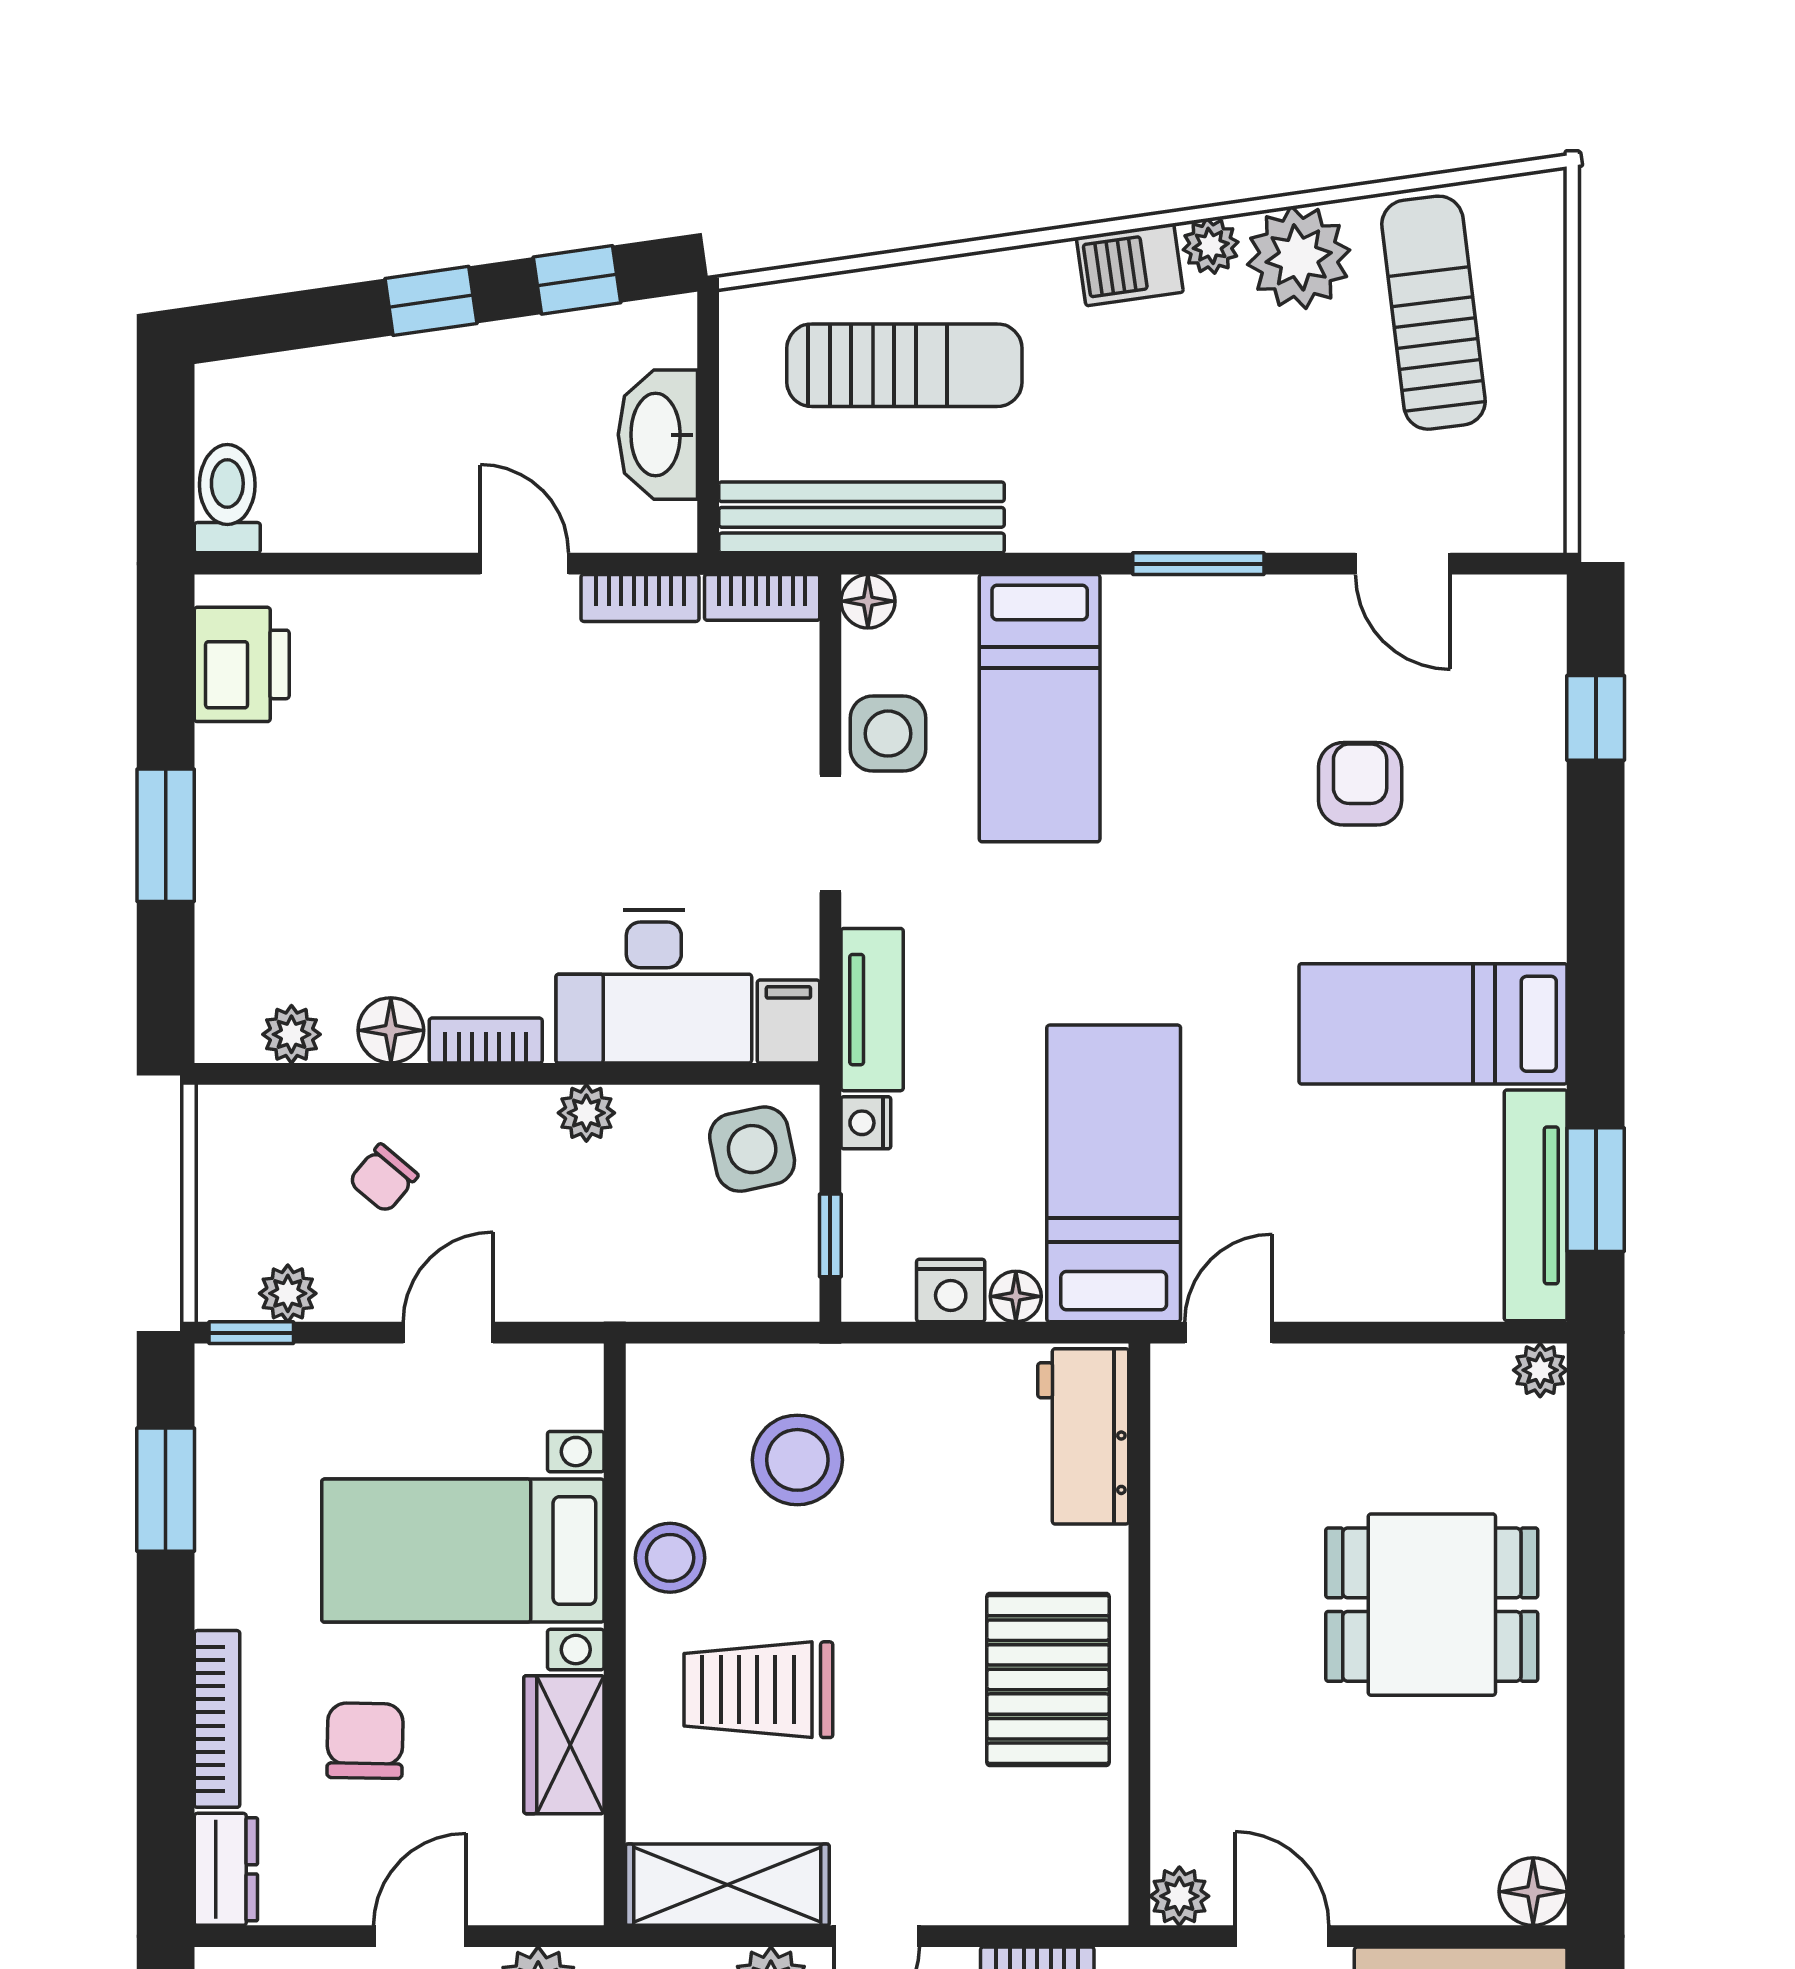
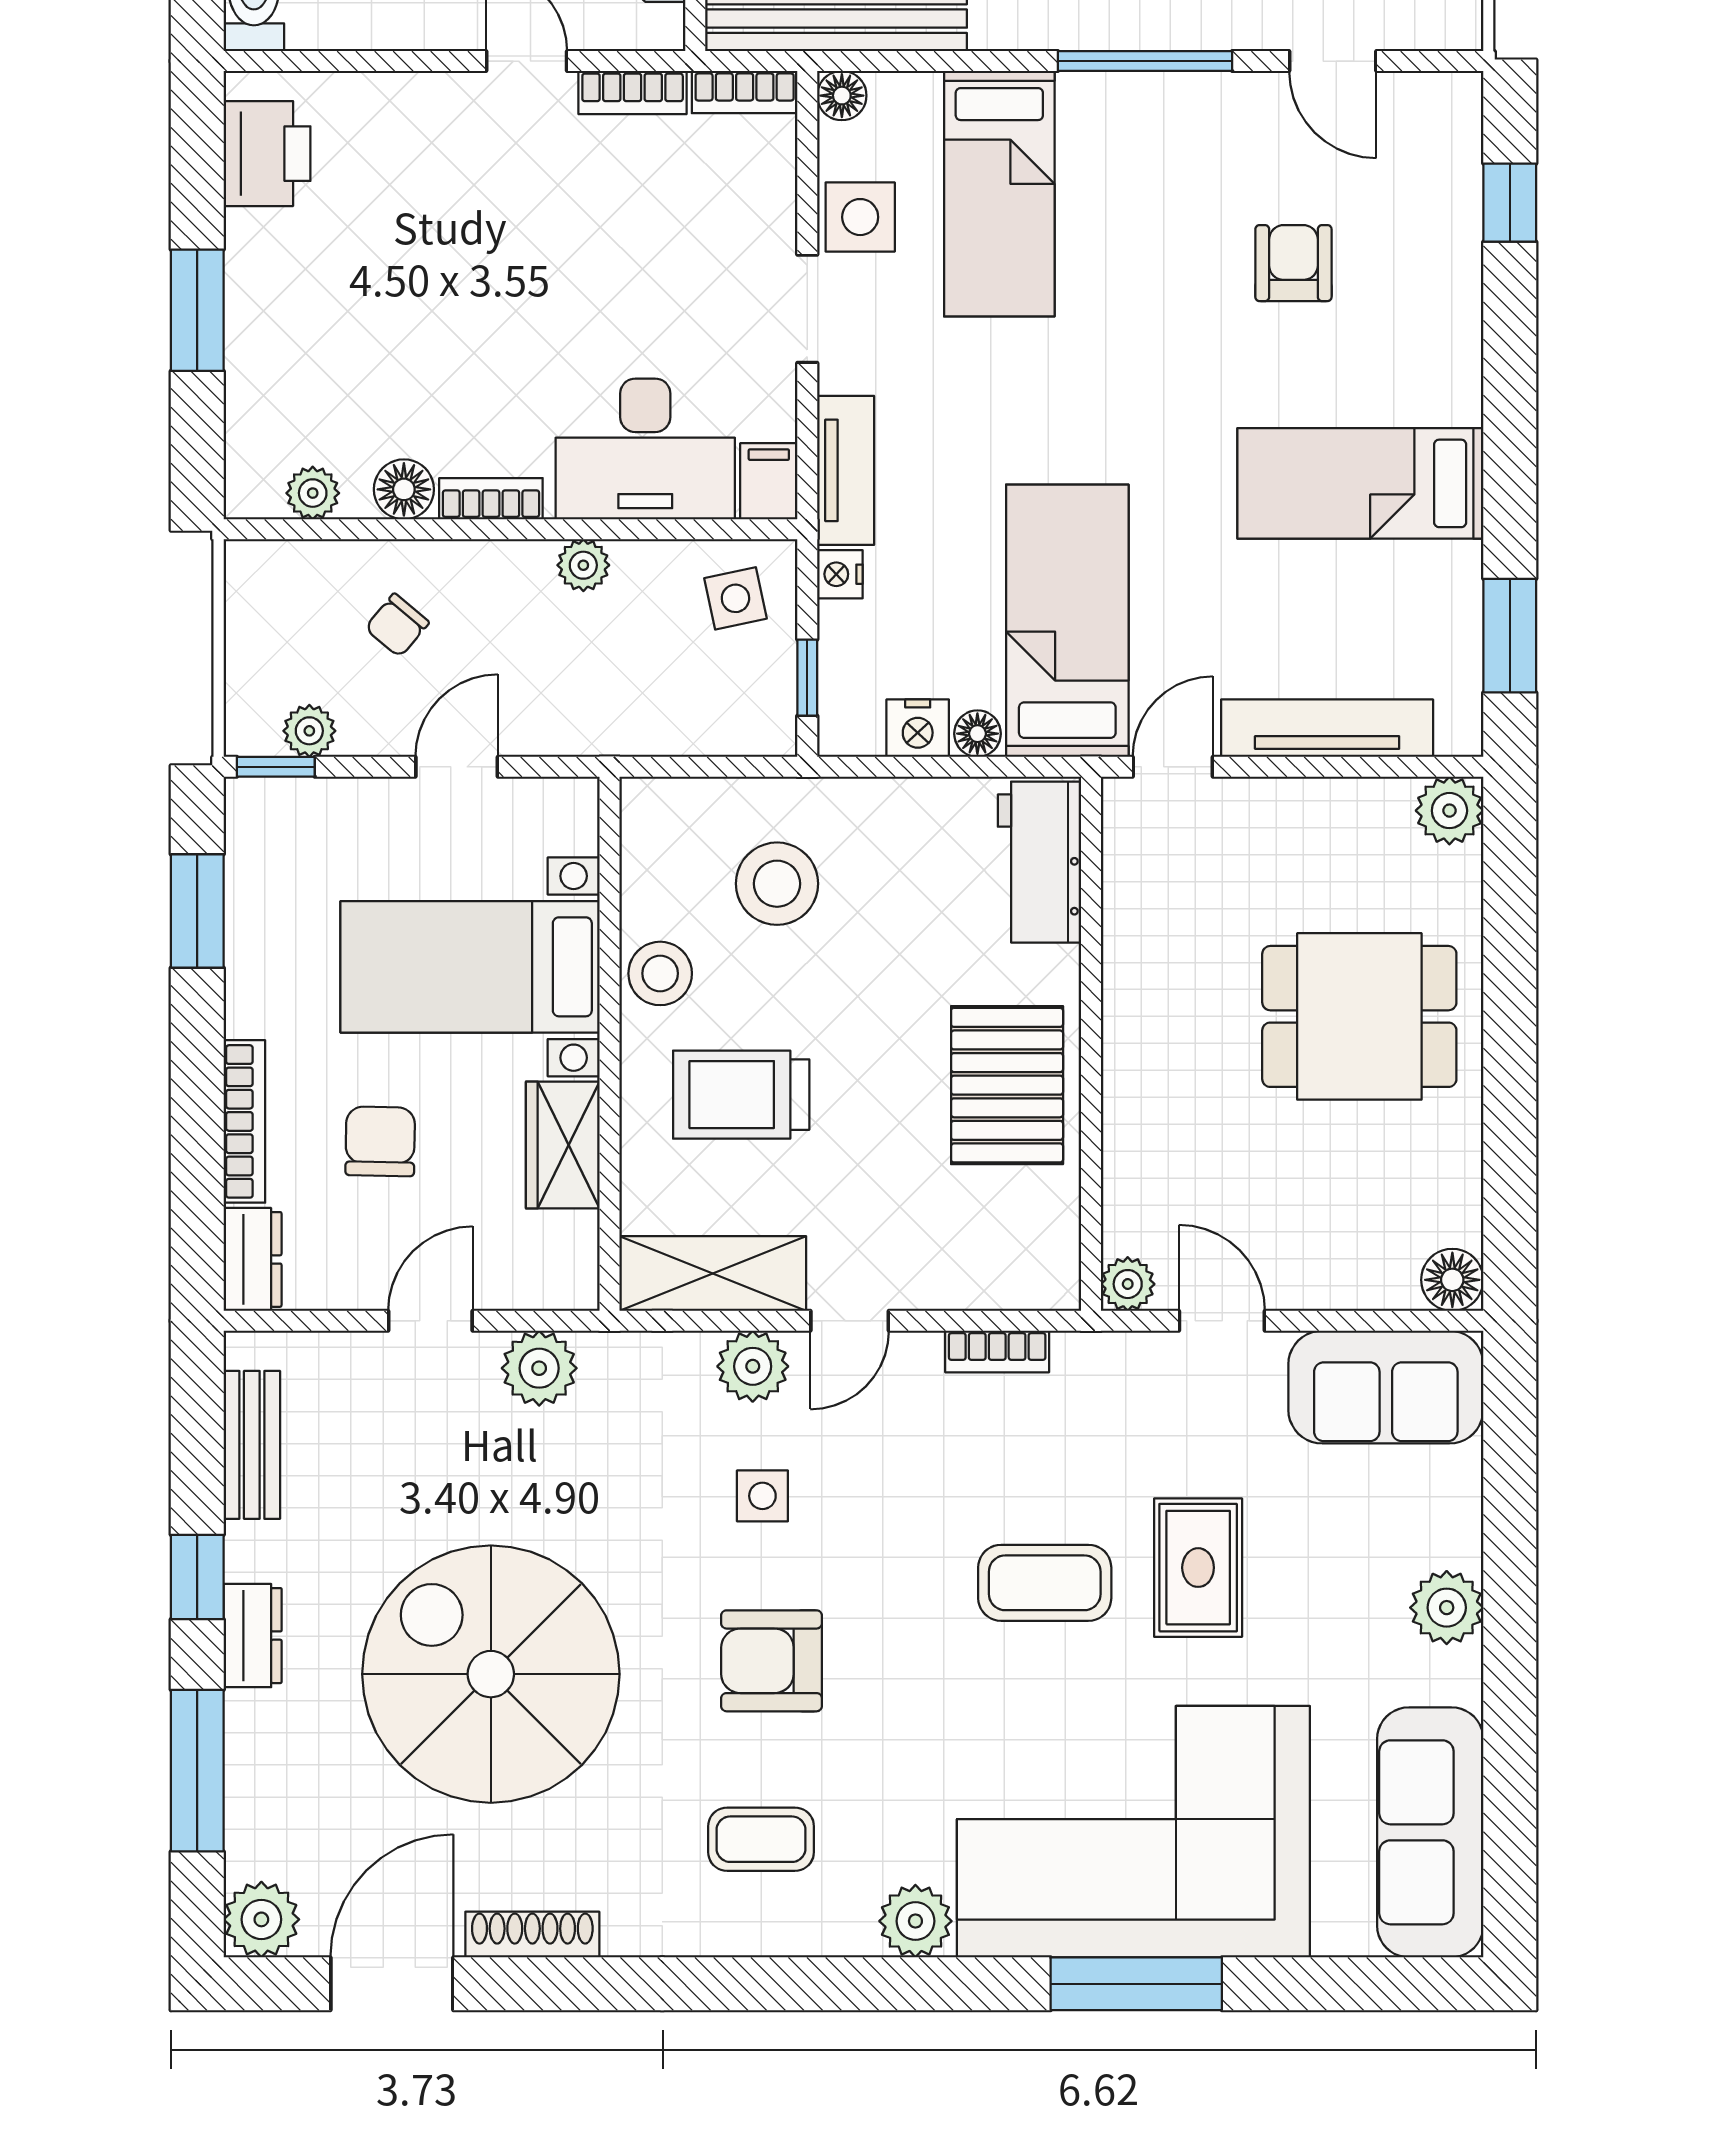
window: (1198, 564) -> (1145, 61), width x1.44
side table: (752, 1149) -> (735, 598), width x0.73, depth x0.73
tv unit: (1536, 1205) -> (1327, 728), moved, turned 90
plant: (1540, 1370) -> (1449, 811), width x1.38, depth x1.38

